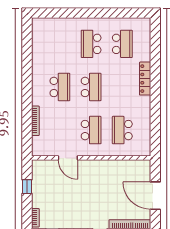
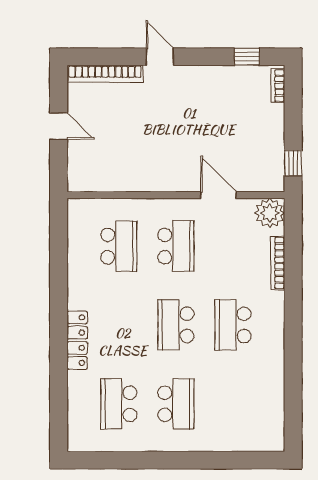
school desk: (91, 130) -> (176, 246), turned 180
plant: (40, 148) -> (270, 213), added
window: (27, 187) -> (293, 163), moved
door: (155, 196) -> (59, 126), width x0.53

